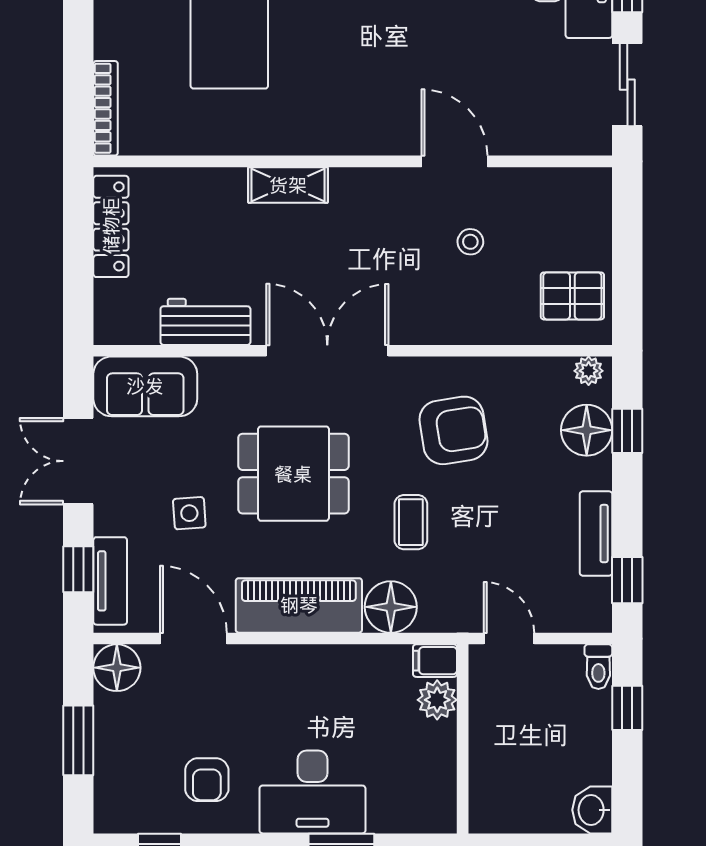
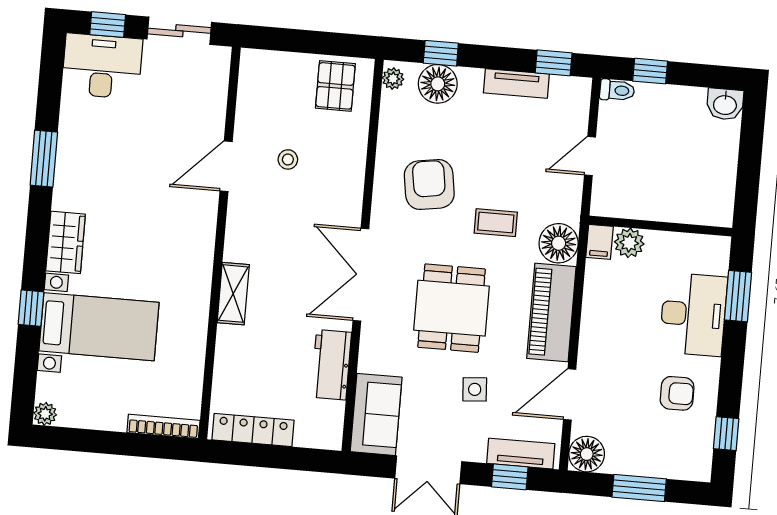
filing cabinet: (435, 661) -> (600, 242), moved
plant: (437, 700) -> (629, 243), moved
wall: (463, 739) -> (660, 226), moved

